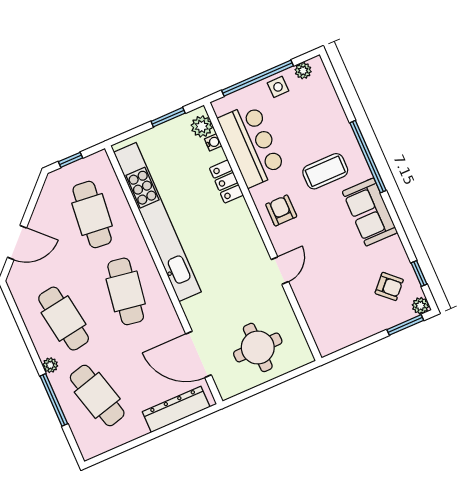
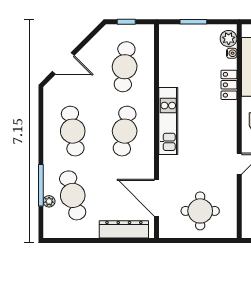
window: (168, 117) -> (193, 22), moved
kitchen unit: (158, 222) -> (168, 121), width x0.54
plant: (50, 365) -> (49, 201), moved

